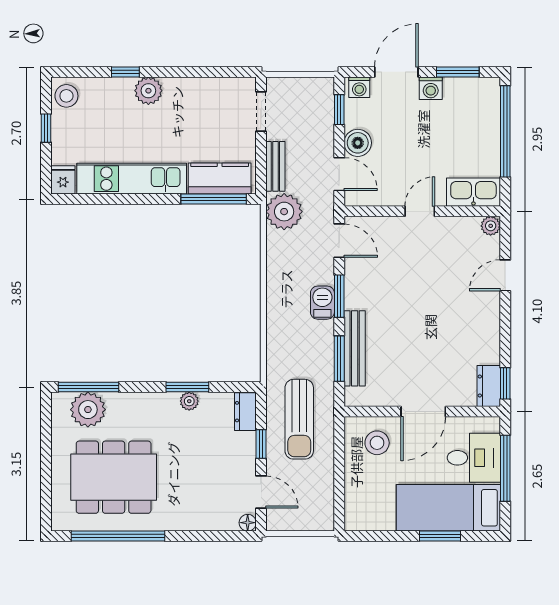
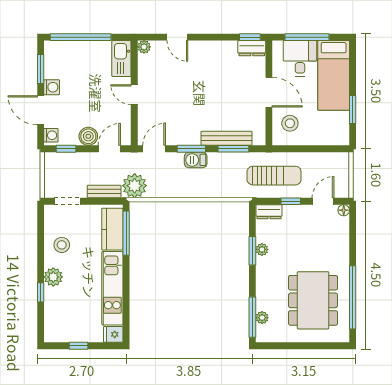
stool: (66, 96) -> (62, 245), moved
plant: (88, 410) -> (262, 318), width x0.53, depth x0.53
window: (440, 536) -> (353, 110), moved

